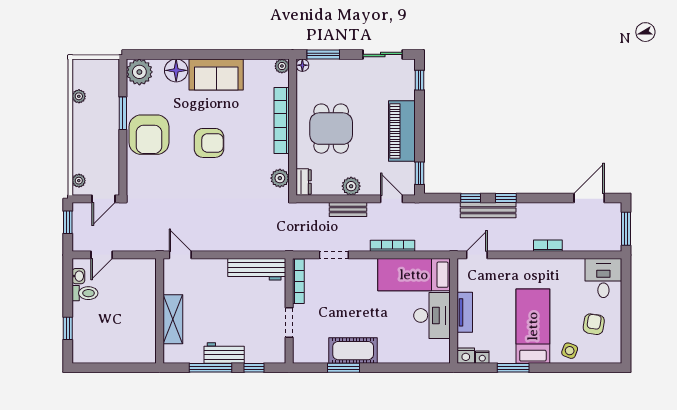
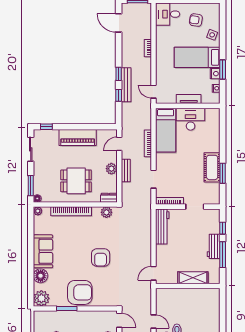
armchair: (209, 143) -> (101, 257), moved, turned 180
window: (419, 173) -> (103, 127), removed
nightstand: (466, 356) -> (215, 74), moved

